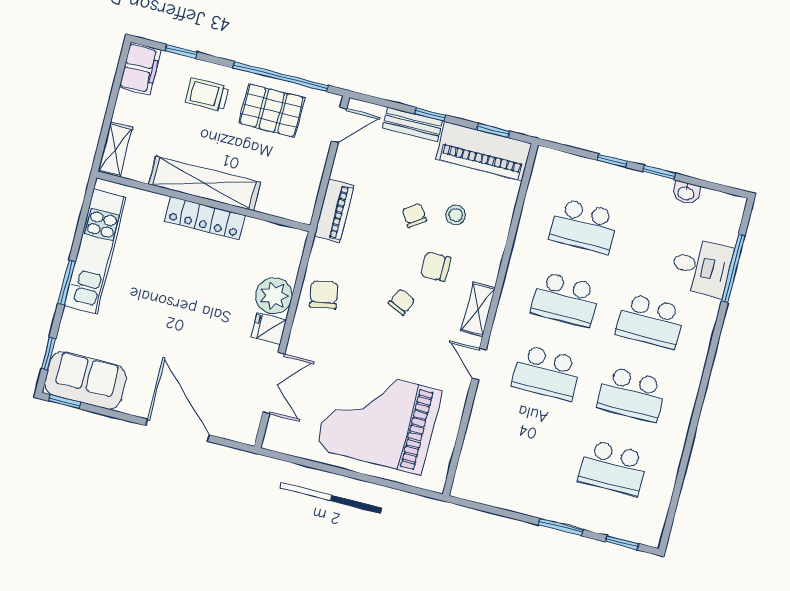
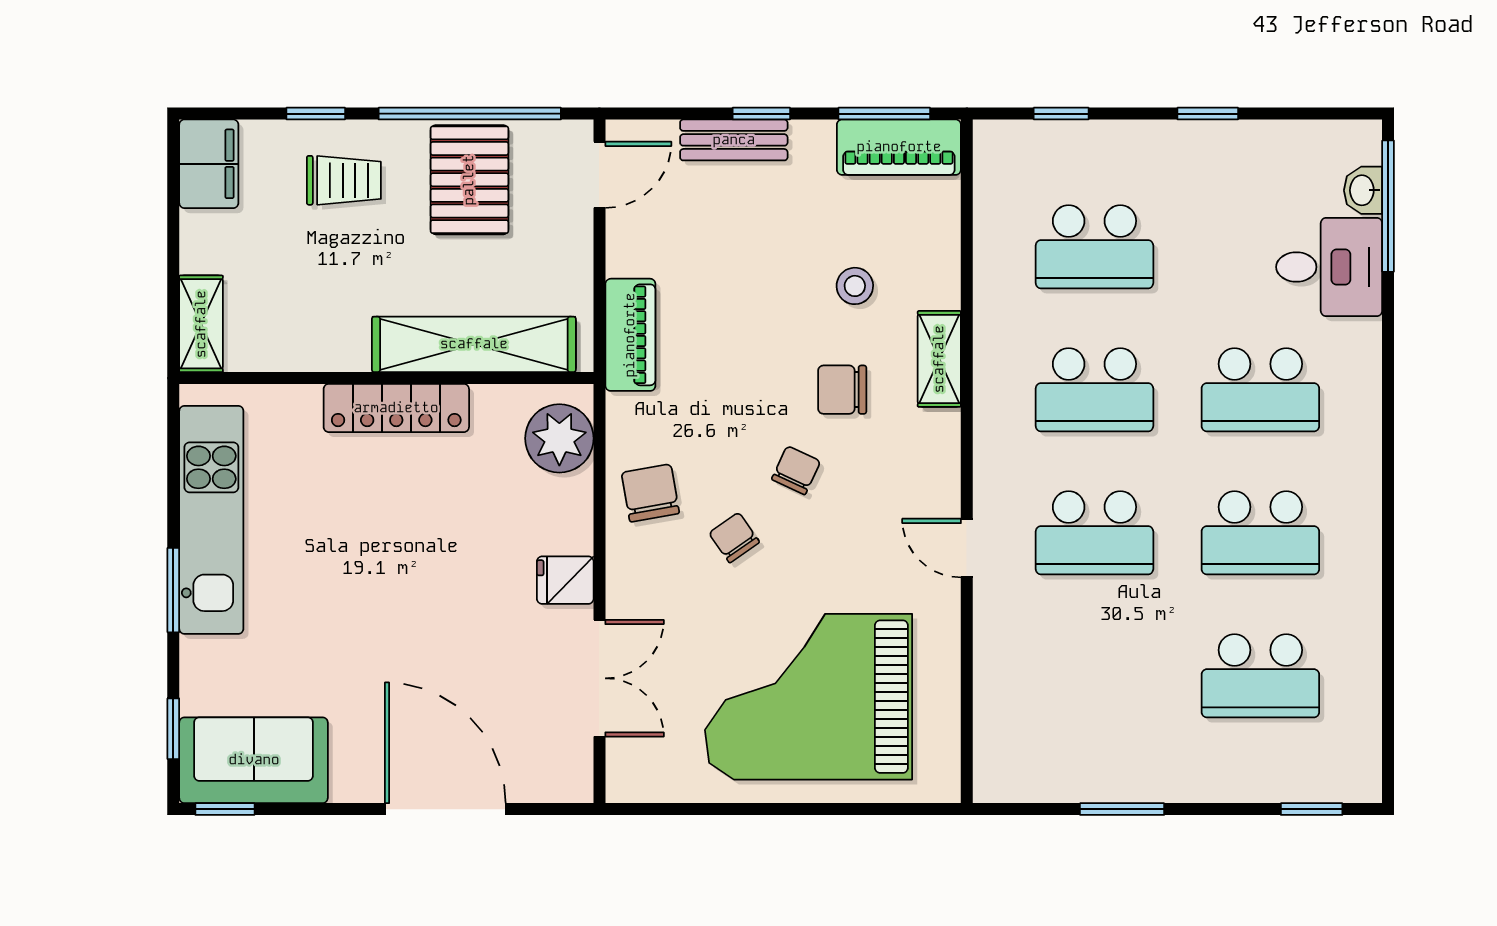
window: (181, 51) -> (316, 114), moved
trolley: (207, 94) -> (344, 180), turned 180
pallet: (272, 111) -> (469, 180), turned 90
window: (493, 130) -> (884, 114), width x1.50
piano: (483, 151) -> (899, 147), width x0.73, depth x0.75
window: (612, 161) -> (1061, 114), moved
shelving: (205, 183) -> (474, 344), moved
washbasin: (686, 193) -> (1363, 190), moved, turned 90
chair: (414, 215) -> (734, 538), moved
window: (733, 268) -> (1388, 206), moved
plant: (274, 296) -> (559, 438), moved
shelving: (478, 309) -> (939, 359), moved
window: (561, 527) -> (1122, 809), moved

